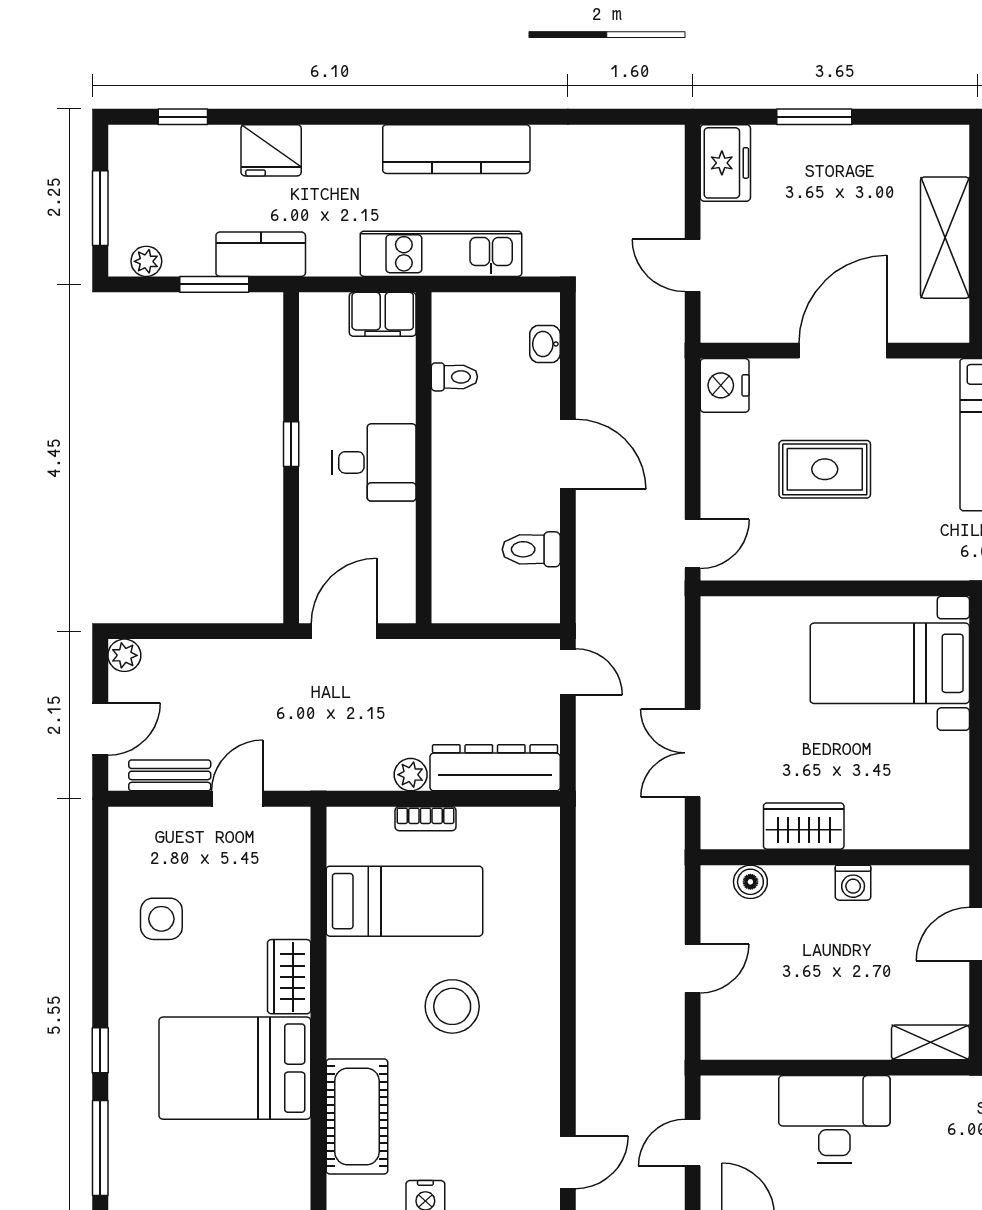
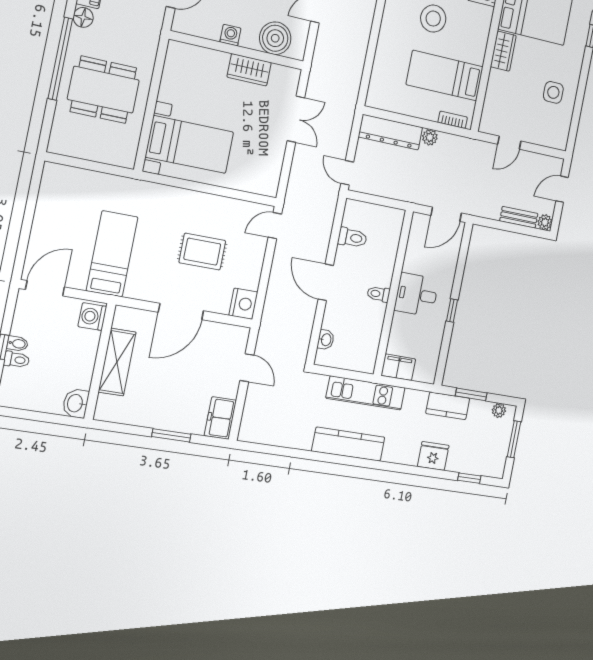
toilet: (454, 377) -> (378, 294), moved
bench: (170, 775) -> (519, 217), moved
bookcase: (425, 819) -> (453, 120), moved
boiler: (750, 882) -> (275, 38), width x1.86, depth x1.86

